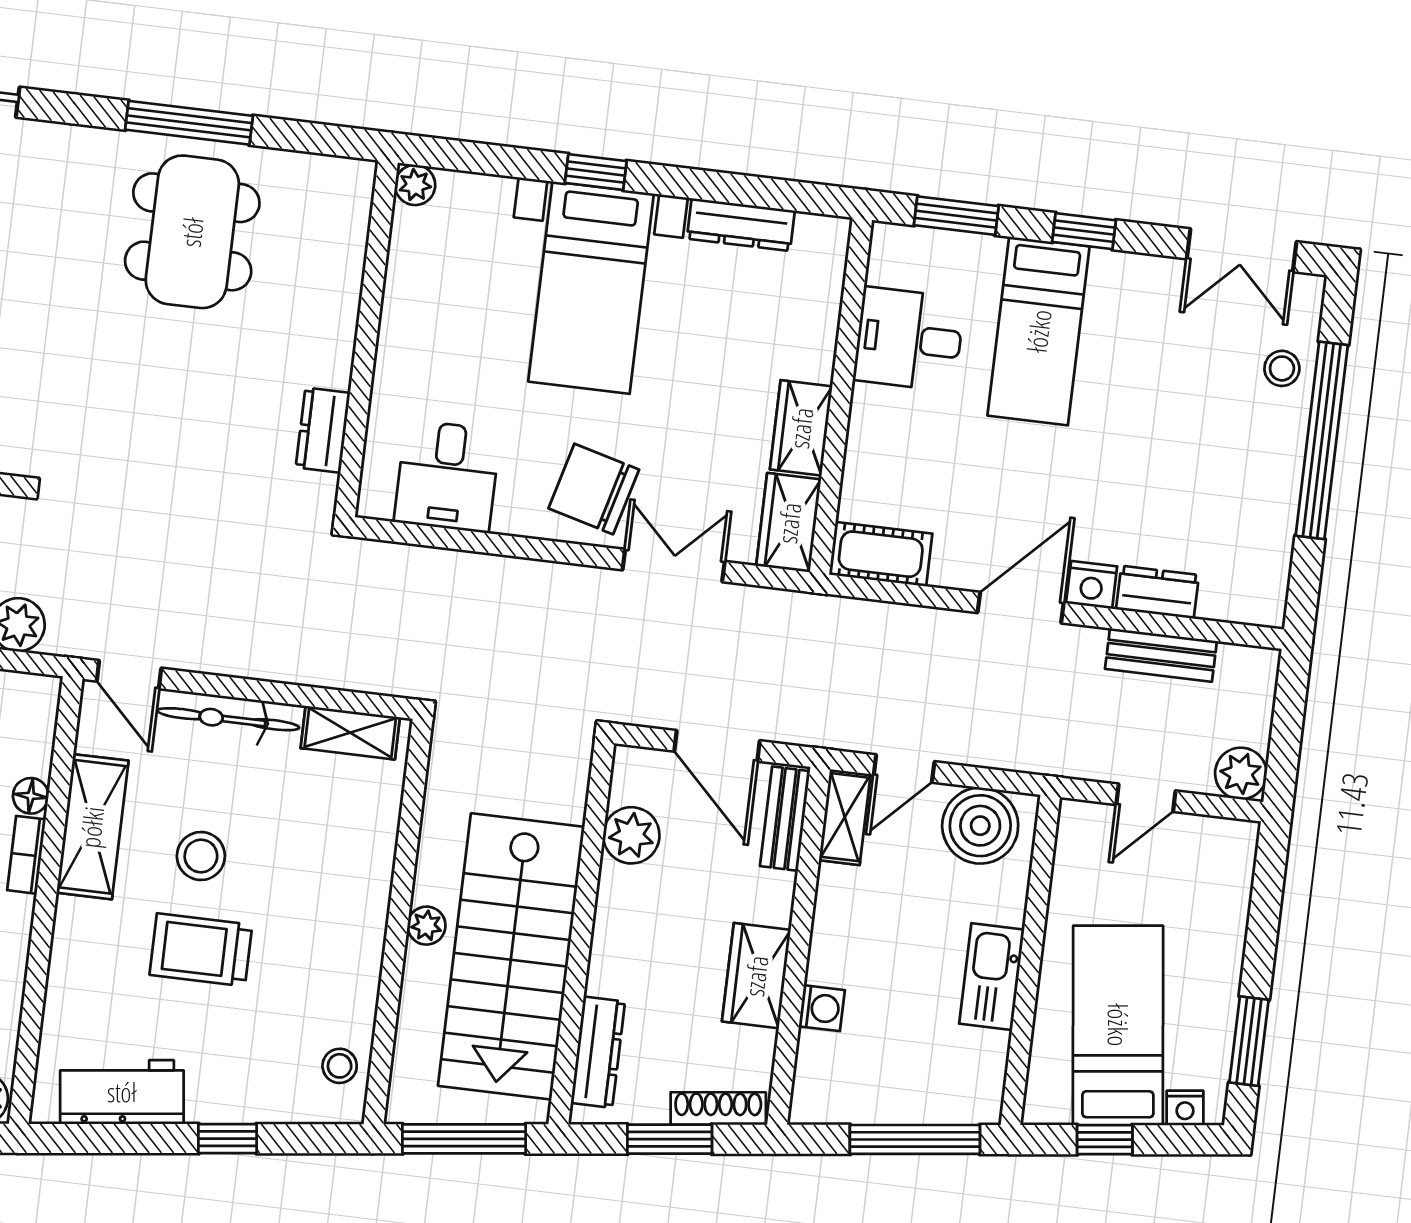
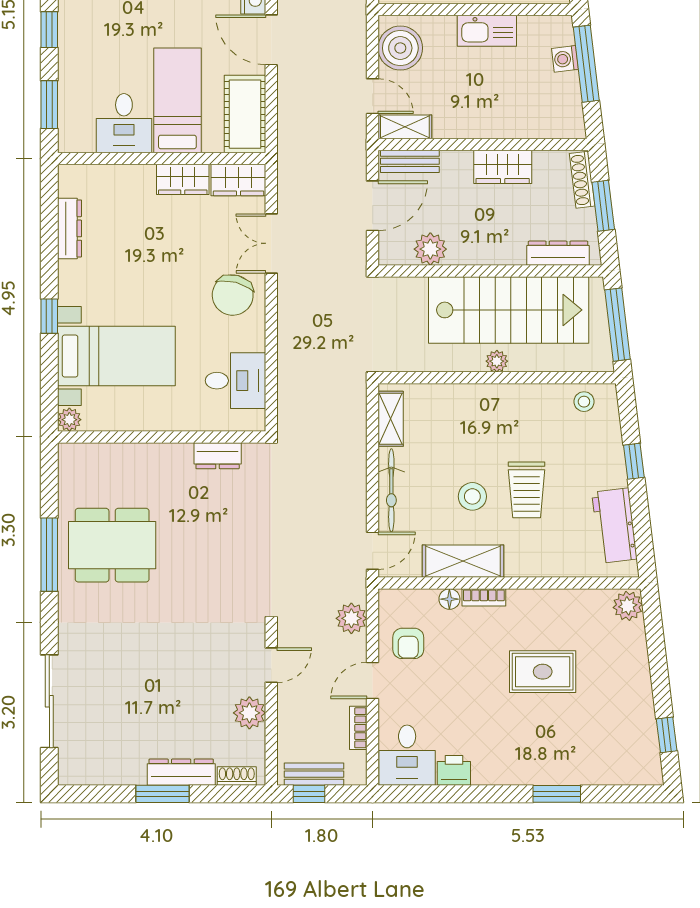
bed with nightstands: (591, 288) -> (116, 356), moved
bed: (1039, 331) -> (177, 100), moved, turned -90
cot: (881, 554) -> (245, 114), width x1.37, depth x1.34
washing machine: (822, 1008) -> (565, 59), moved, turned -97

